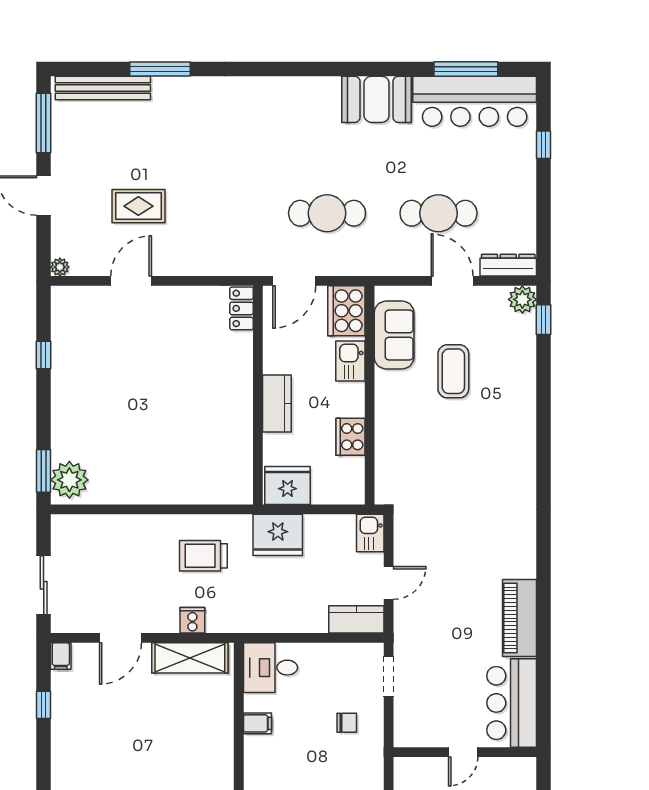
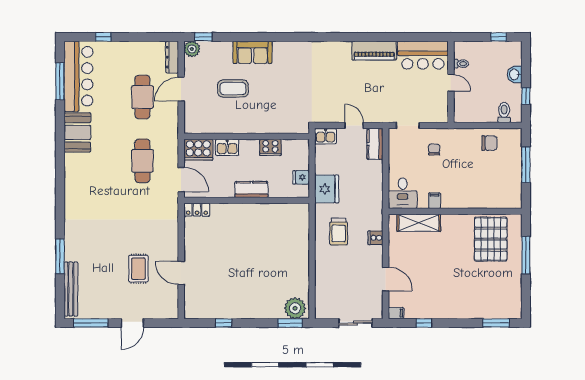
plant: (60, 267) -> (173, 314), removed
sofa: (394, 335) -> (253, 52), moved, turned 180
fridge: (288, 485) -> (301, 177), width x0.53, depth x0.75
shelving: (190, 658) -> (419, 223), moved, turned 90
toilet: (497, 770) -> (461, 64), added

